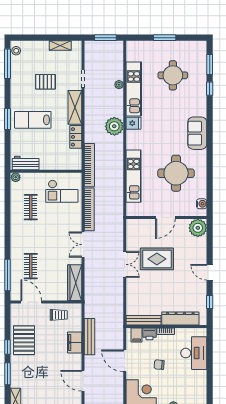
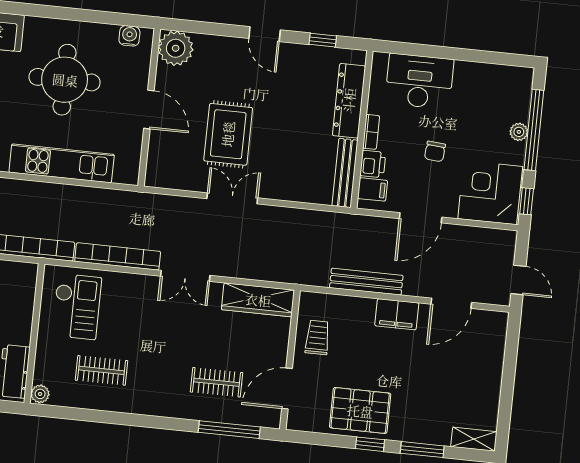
door: (210, 272) -> (265, 34), hinge flipped
filing cabinet: (75, 342) -> (397, 314), moved

